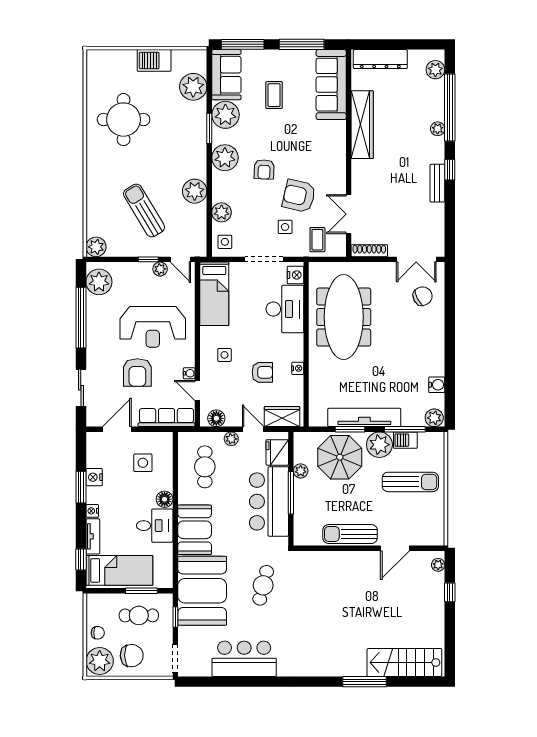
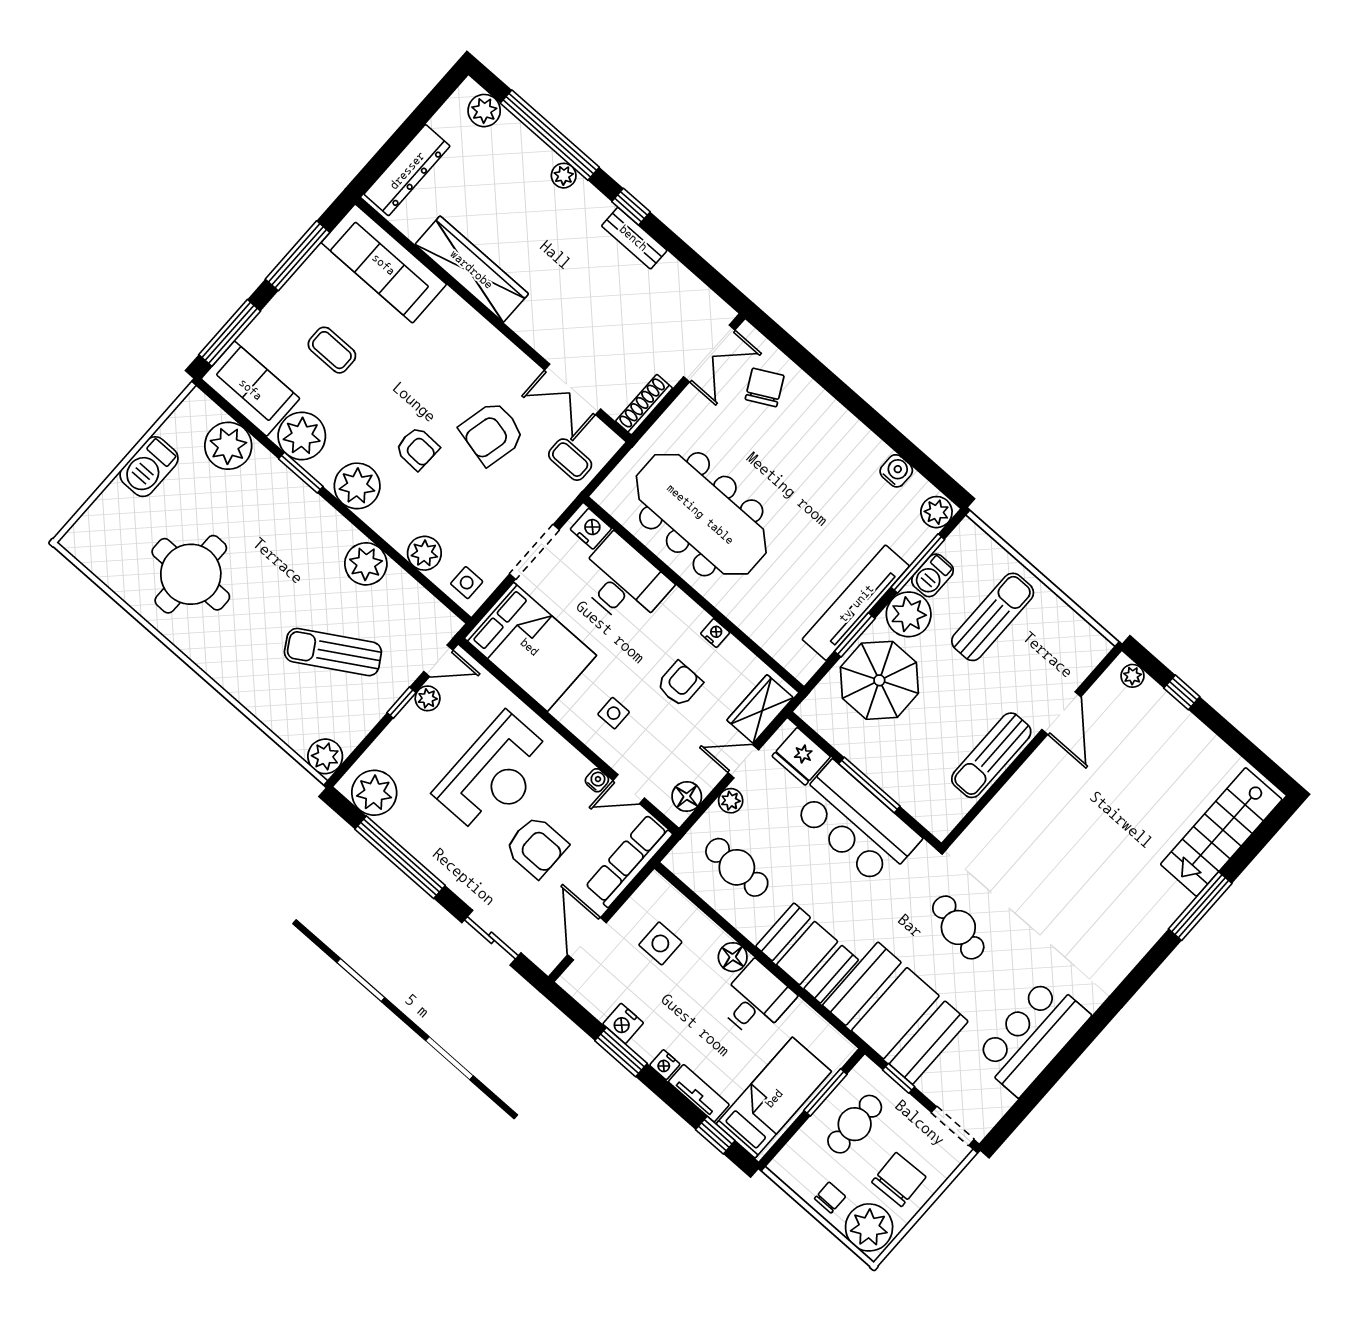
side table: (285, 227) -> (516, 487), removed
bed: (214, 294) -> (530, 647), width x1.50
plant: (301, 471) -> (852, 747), removed

